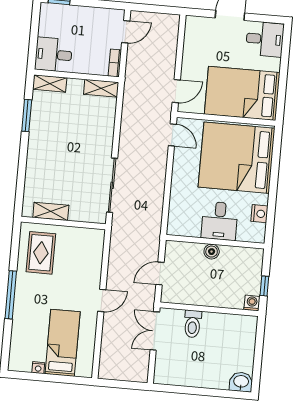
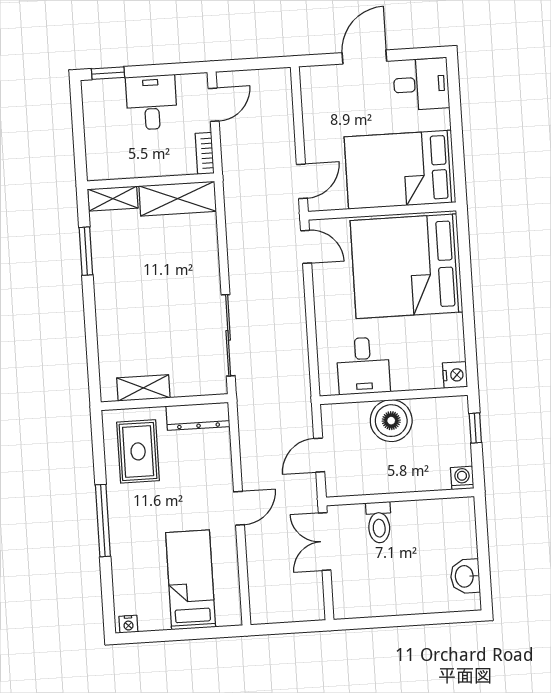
desk: (54, 55) -> (151, 102), moved, turned 90
shelving: (101, 88) -> (178, 199), width x1.50, depth x1.33
nightstand: (259, 214) -> (455, 375), moved
desk: (220, 221) -> (363, 366), moved
dresser: (84, 236) -> (198, 416), added
boiler: (212, 252) -> (391, 421), width x1.86, depth x1.86
window: (264, 286) -> (475, 428), moved
nightstand: (38, 368) -> (128, 624), moved
washbasin: (241, 382) -> (465, 576), moved, turned -90

